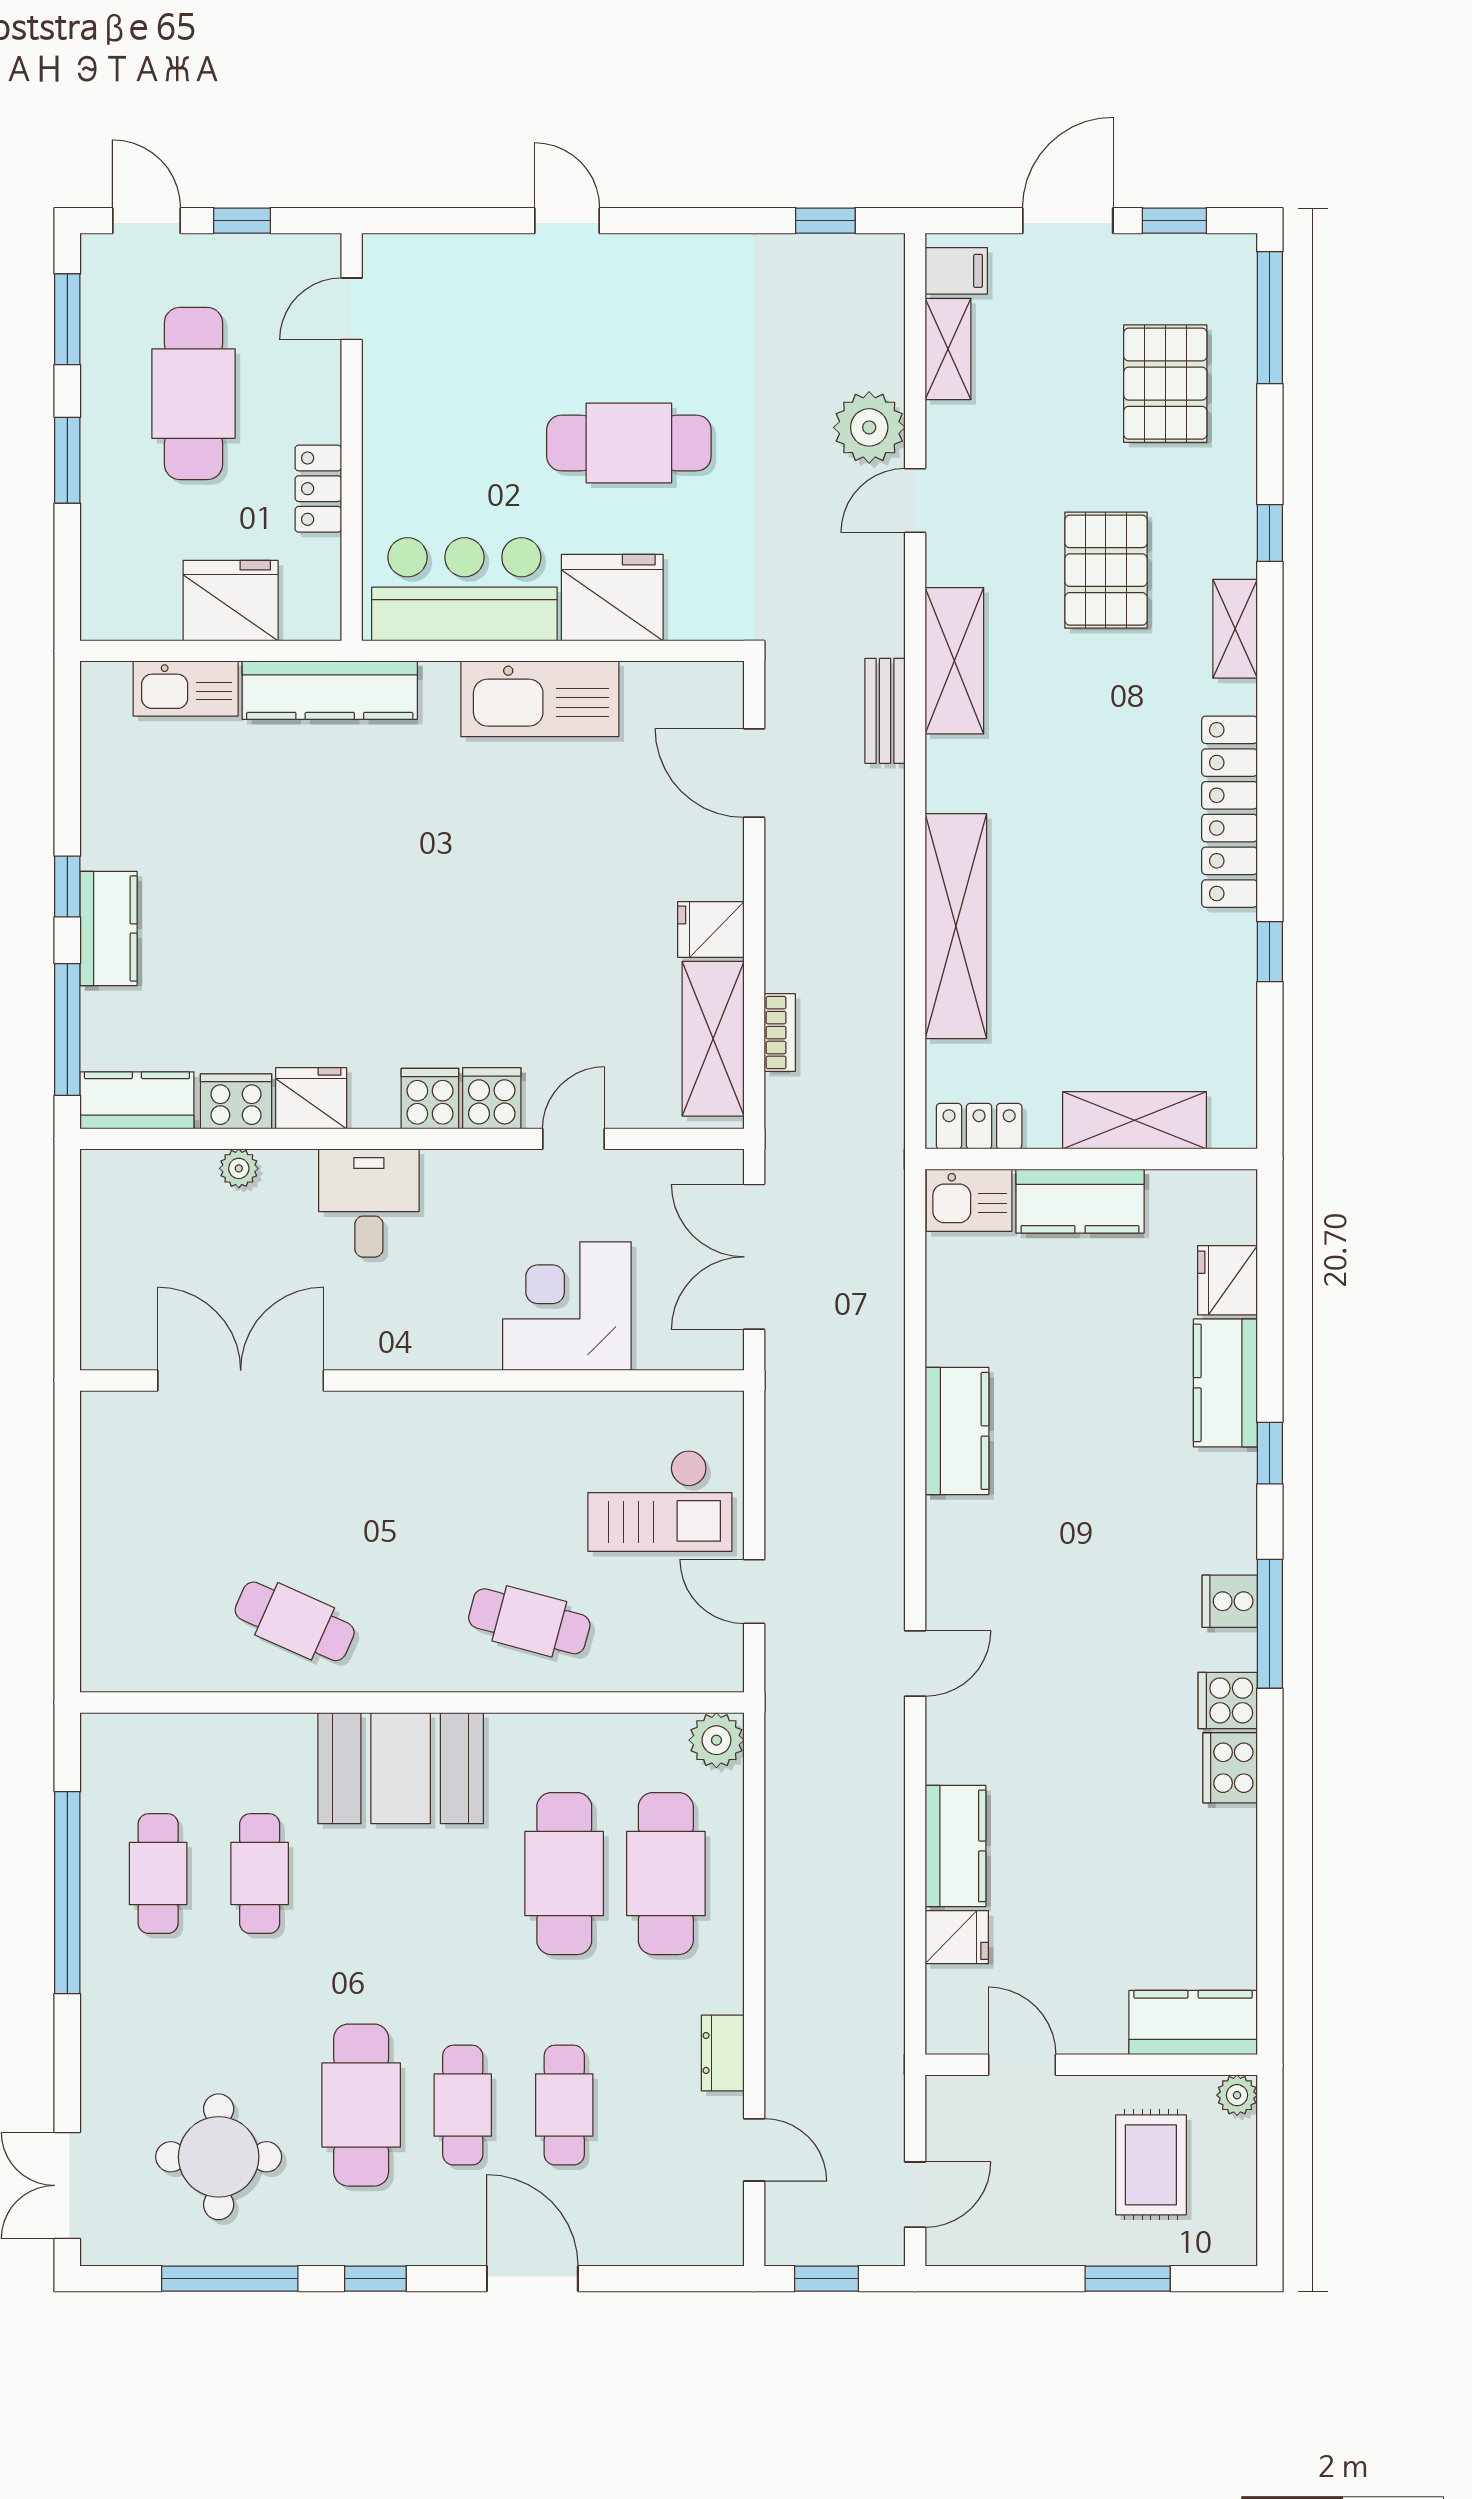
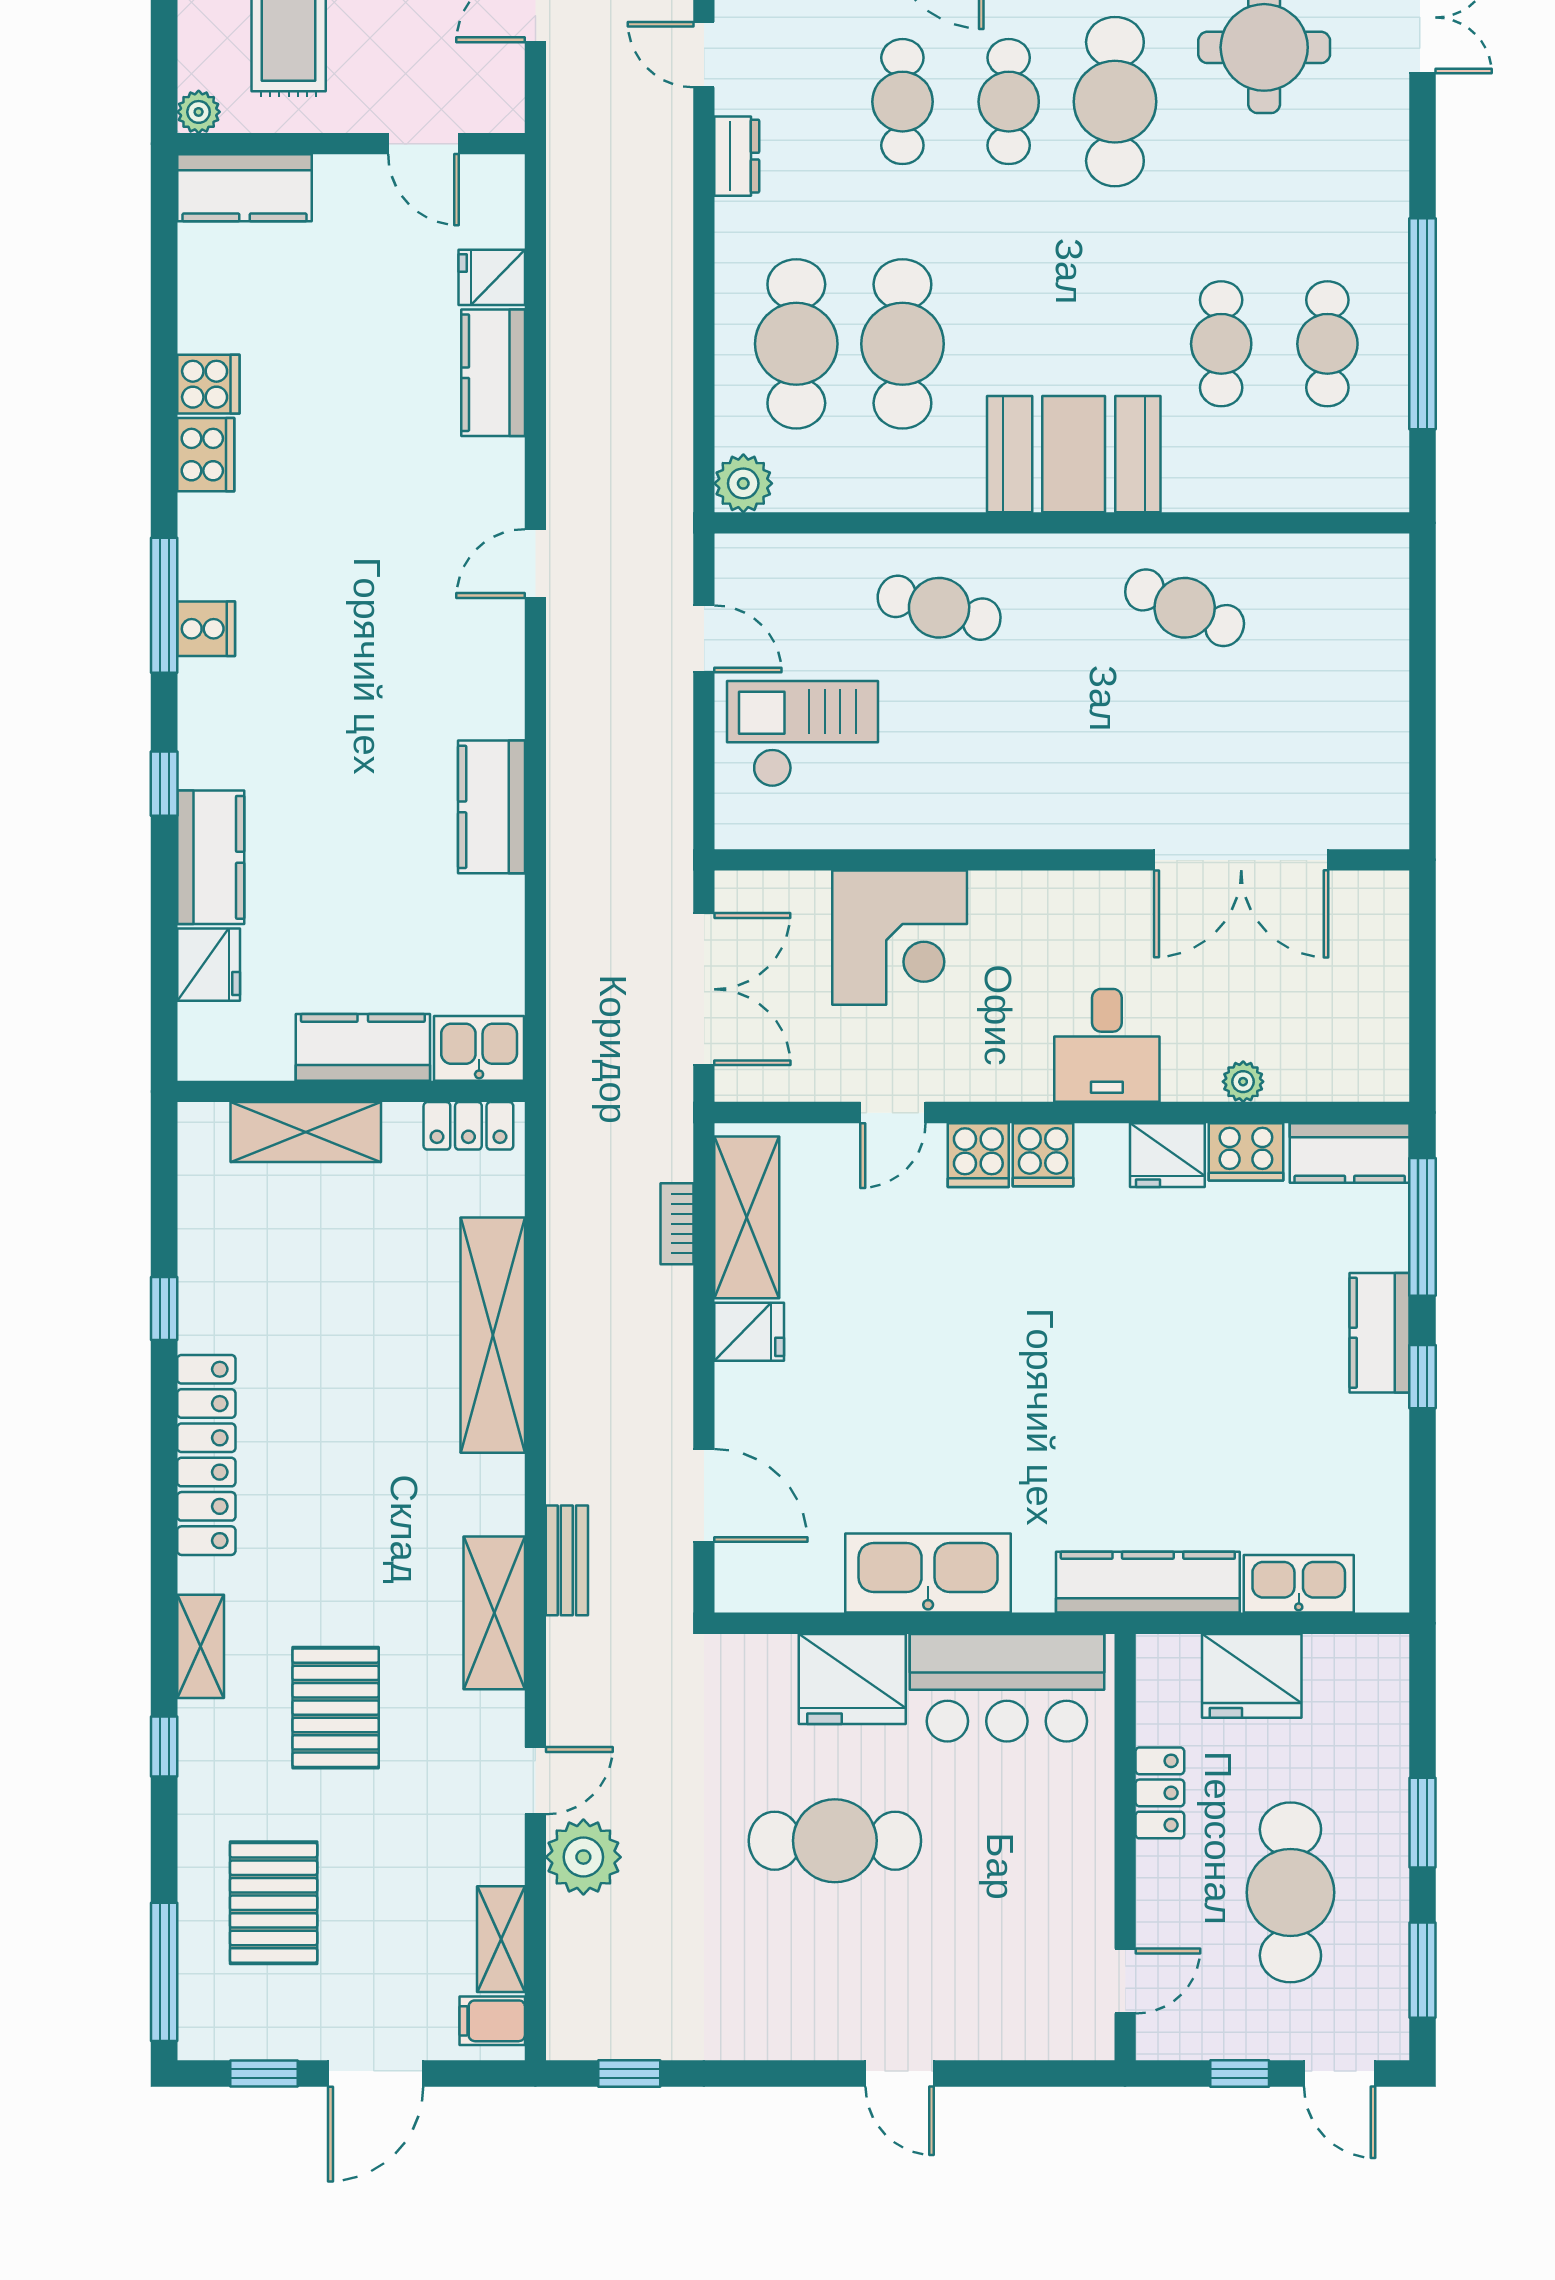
cooker: (1228, 1700) -> (208, 384), moved

